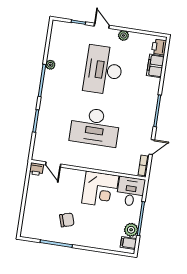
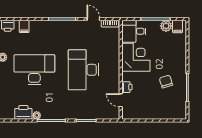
printer: (56, 50) -> (23, 112), added
filing cabinet: (155, 66) -> (24, 26), width x0.50
desk: (103, 70) -> (34, 70), turned 180
desk: (95, 127) -> (84, 70), turned 180
door: (53, 164) -> (121, 100), swing flipped
printer: (36, 169) -> (127, 87), moved

